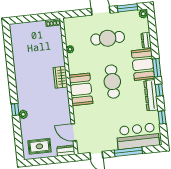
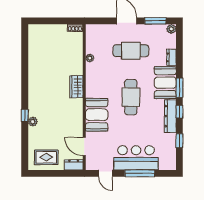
booth: (81, 89) -> (97, 115), moved
bar counter: (138, 136) -> (136, 158), moved

